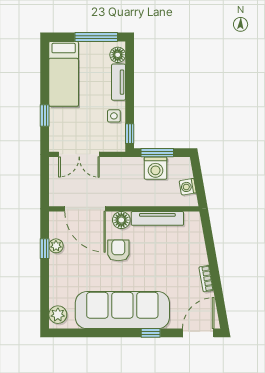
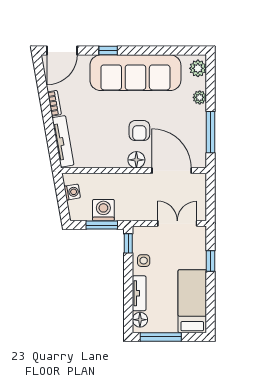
tv unit: (157, 218) -> (63, 141), moved, turned 80
plant: (56, 246) -> (200, 97), moved
window: (45, 249) -> (211, 132), width x2.17

